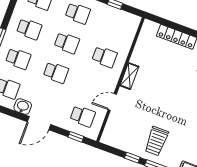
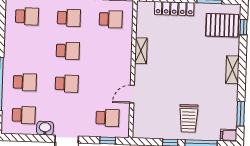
school desk: (29, 29) -> (26, 49), removed
school desk: (105, 57) -> (111, 19), moved
shelving: (129, 76) -> (141, 51), moved

